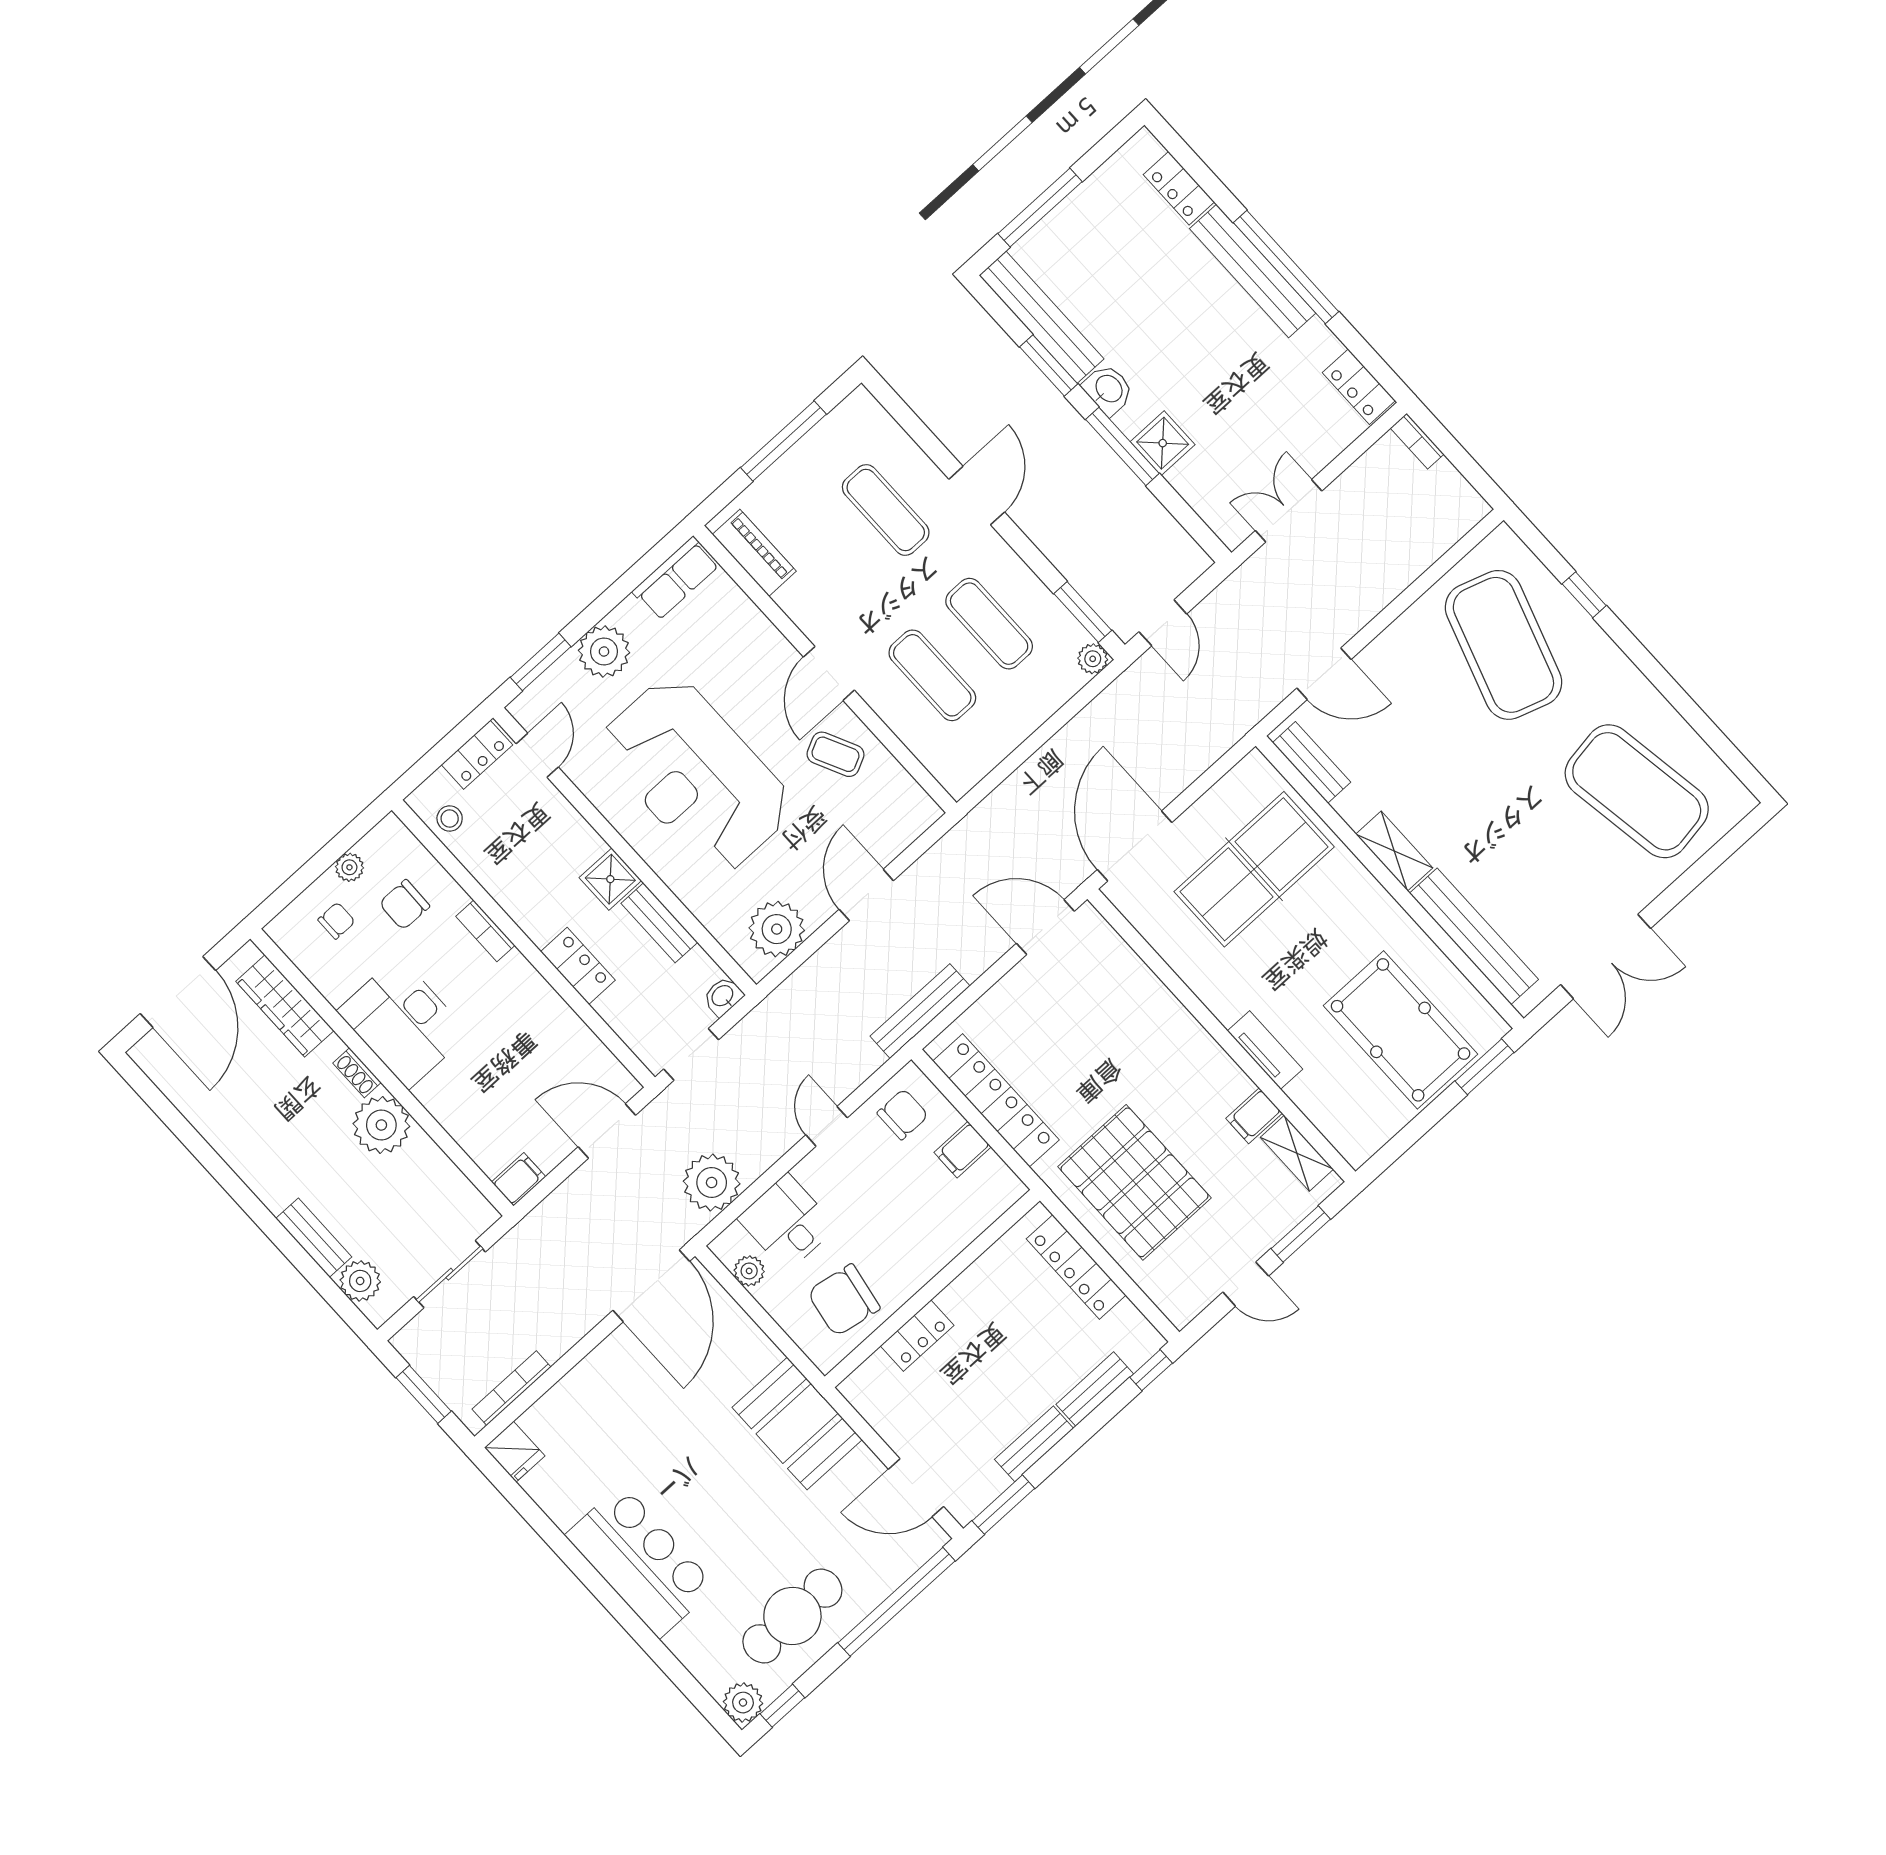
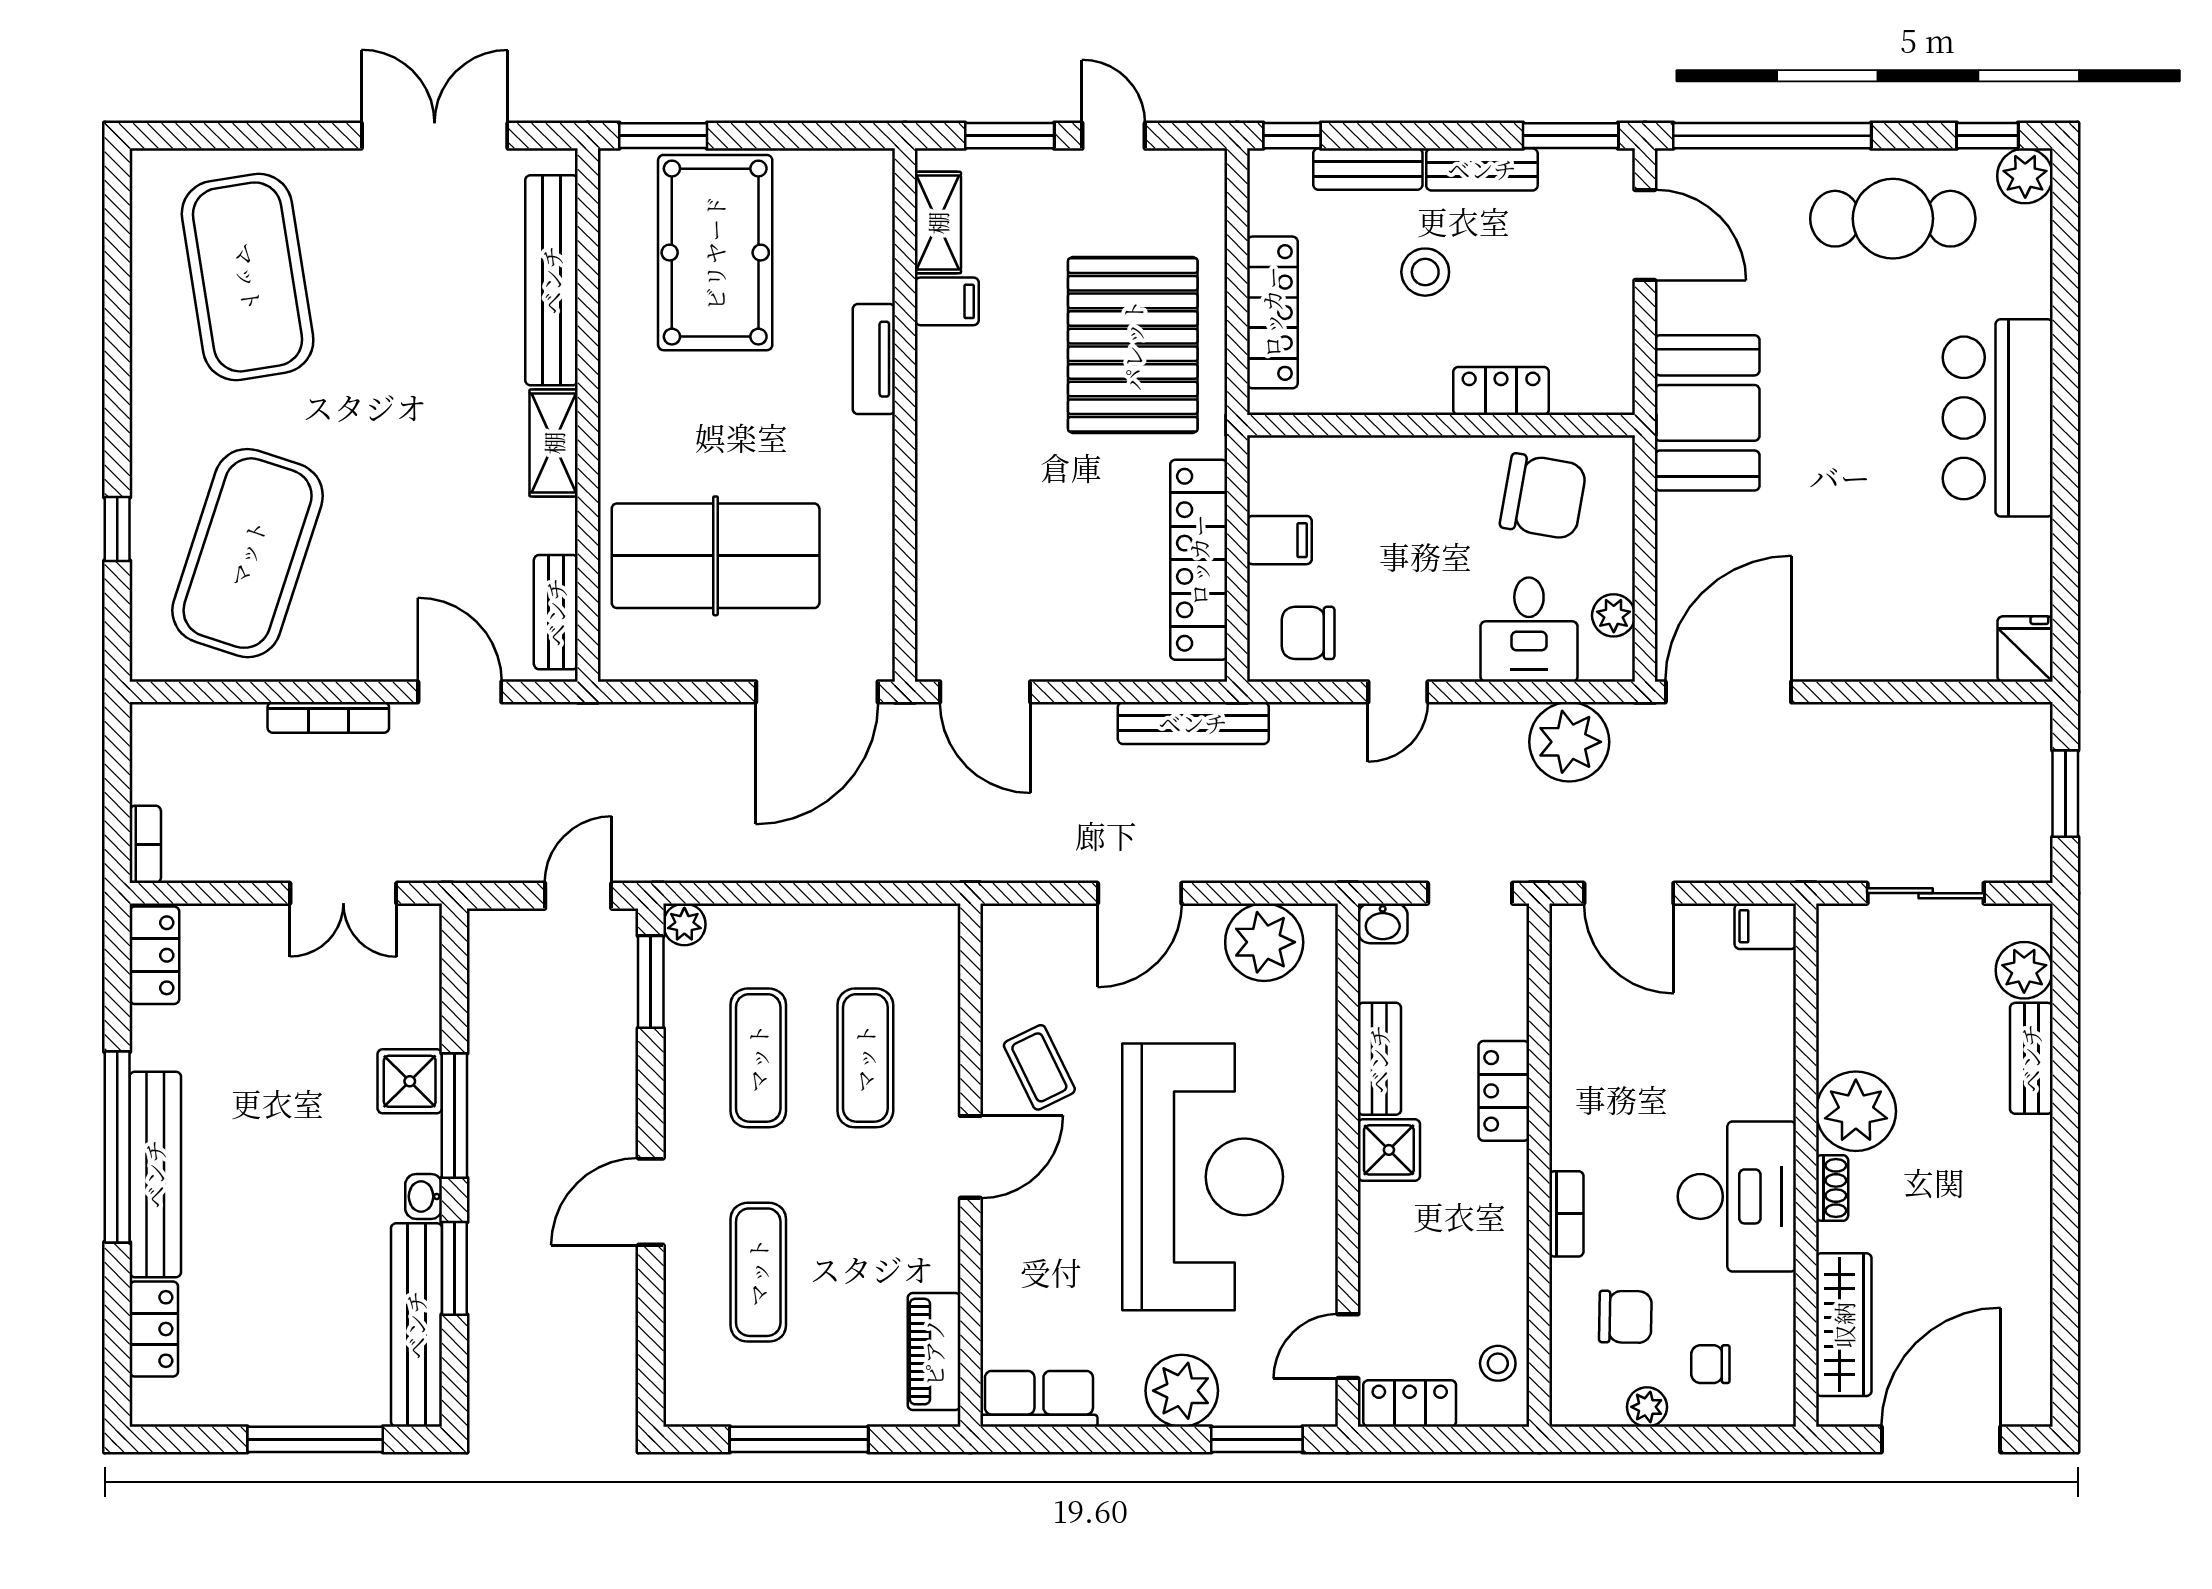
washbasin: (1108, 389) -> (424, 1196), width x0.72, depth x0.69
stool: (1015, 1362) -> (1425, 272), added
bookcase: (512, 1388) -> (328, 717), moved

